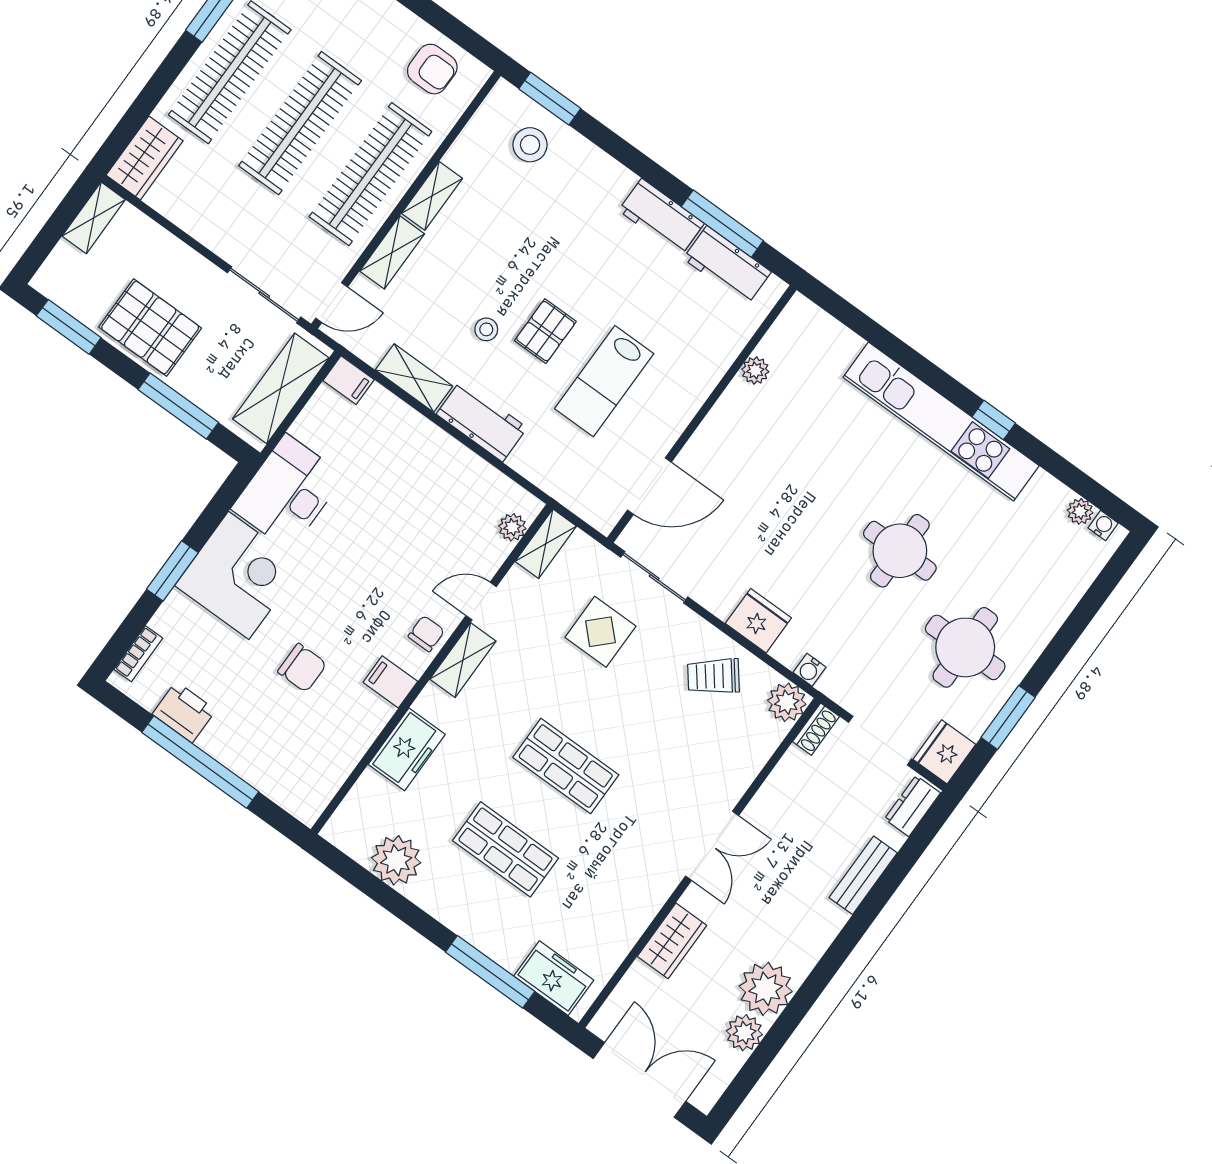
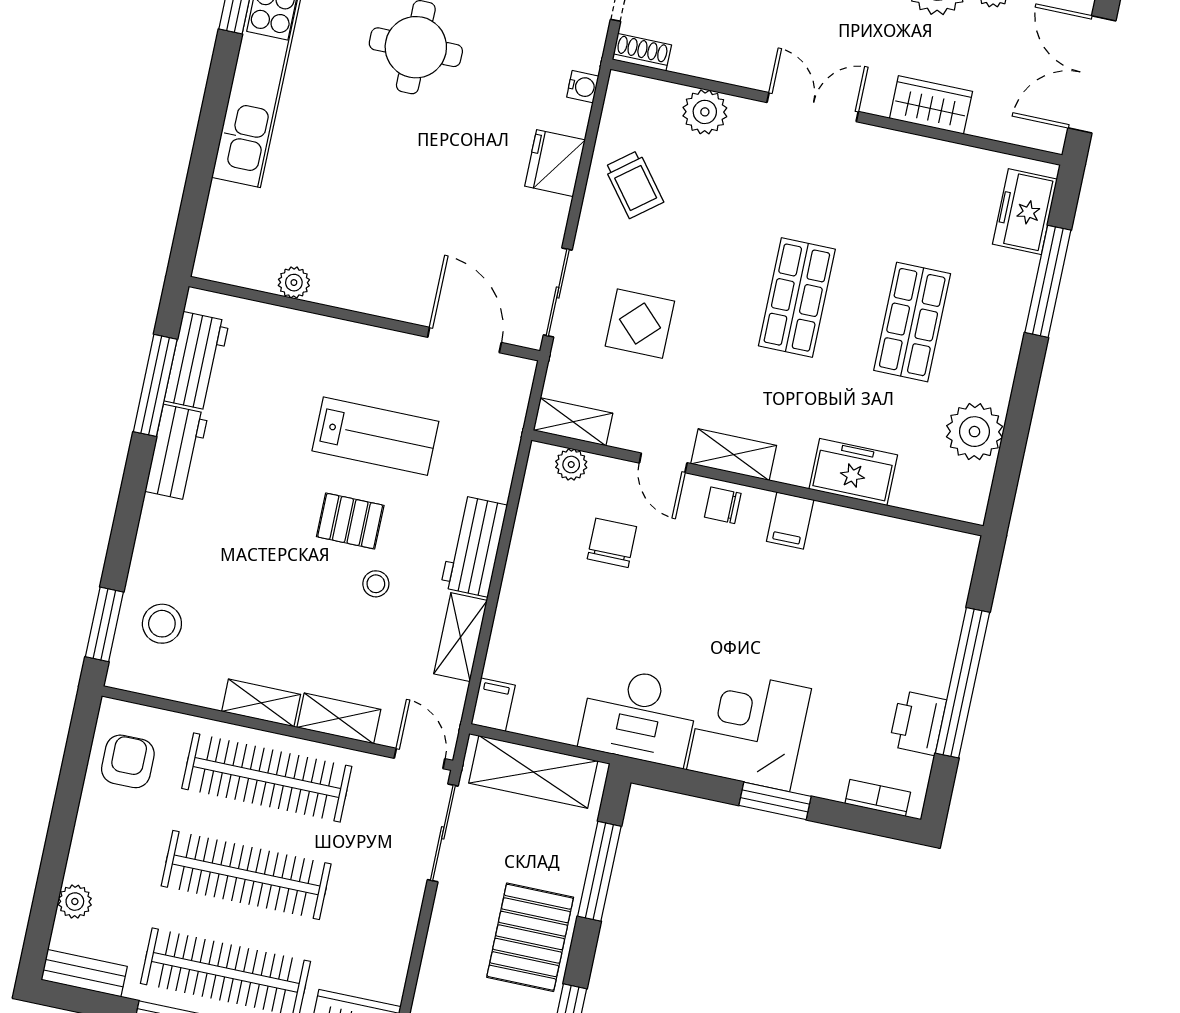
chair: (302, 668) -> (612, 543), moved
plant: (787, 702) -> (705, 112), moved

